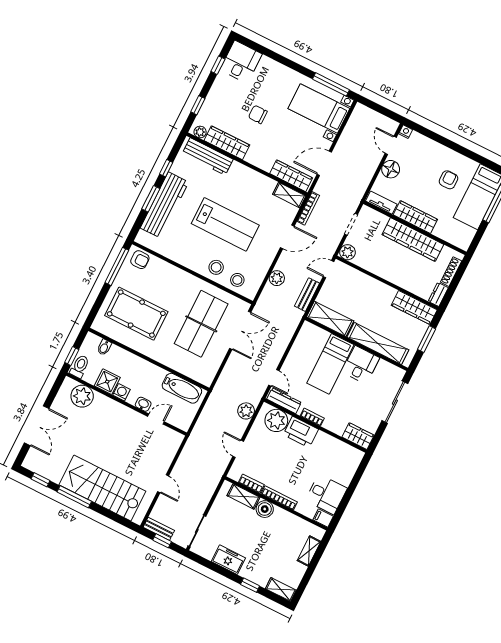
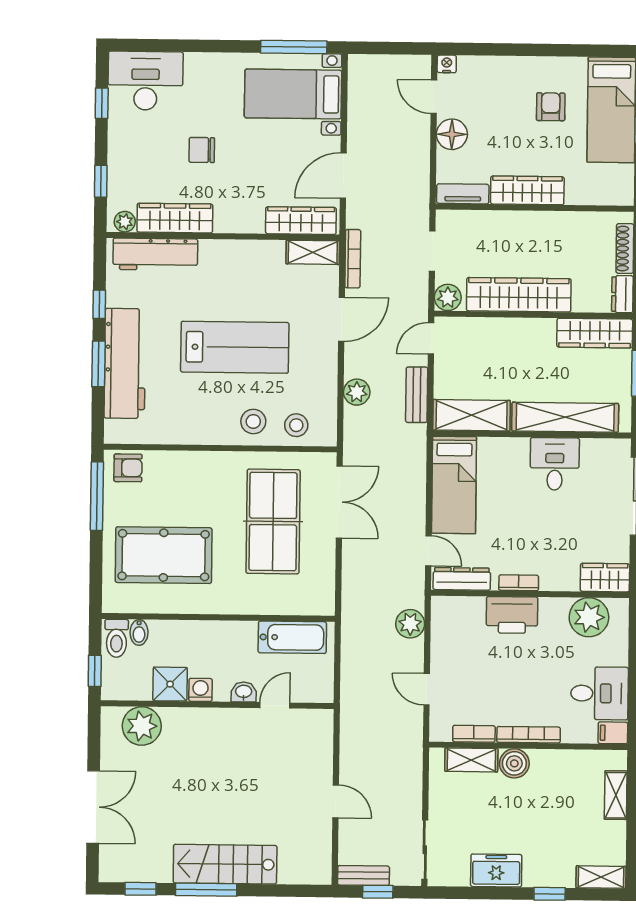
desk: (241, 62) -> (145, 81), width x1.37
wardrobe: (413, 240) -> (519, 295), moved, turned 180
bed: (330, 364) -> (454, 485), moved
toilet: (80, 366) -> (117, 638), moved, turned 180
plant: (276, 420) -> (589, 617), moved
stairs: (102, 488) -> (225, 864), width x0.73, depth x0.66

